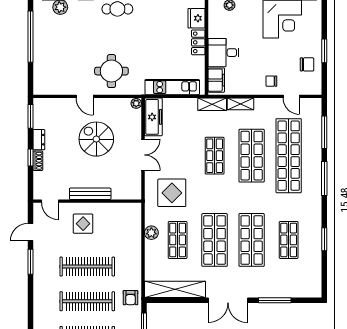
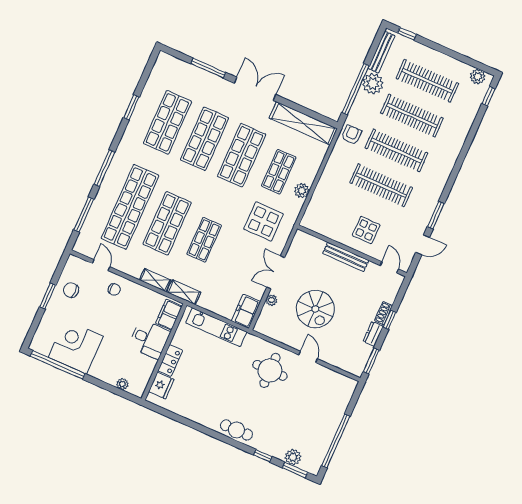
plant: (136, 103) -> (271, 300), moved
freezer: (153, 117) -> (246, 311), width x0.71
shop shelf: (289, 240) -> (167, 122), width x1.43, depth x1.36

